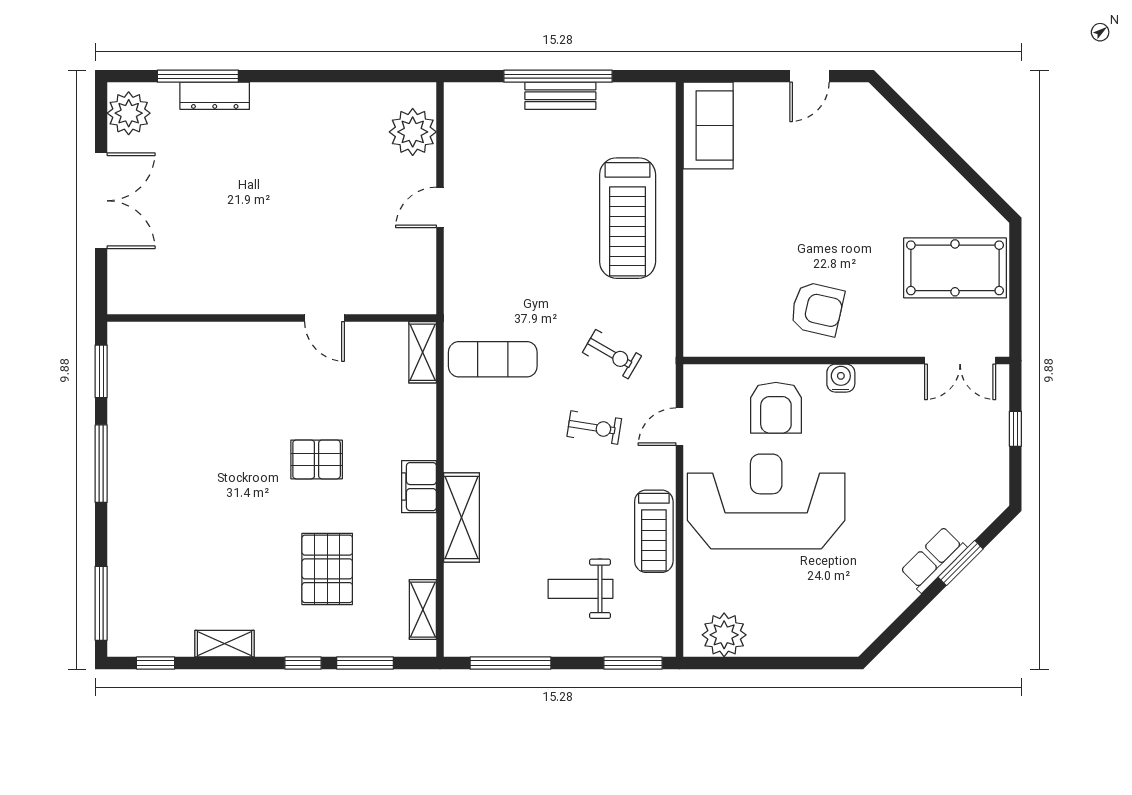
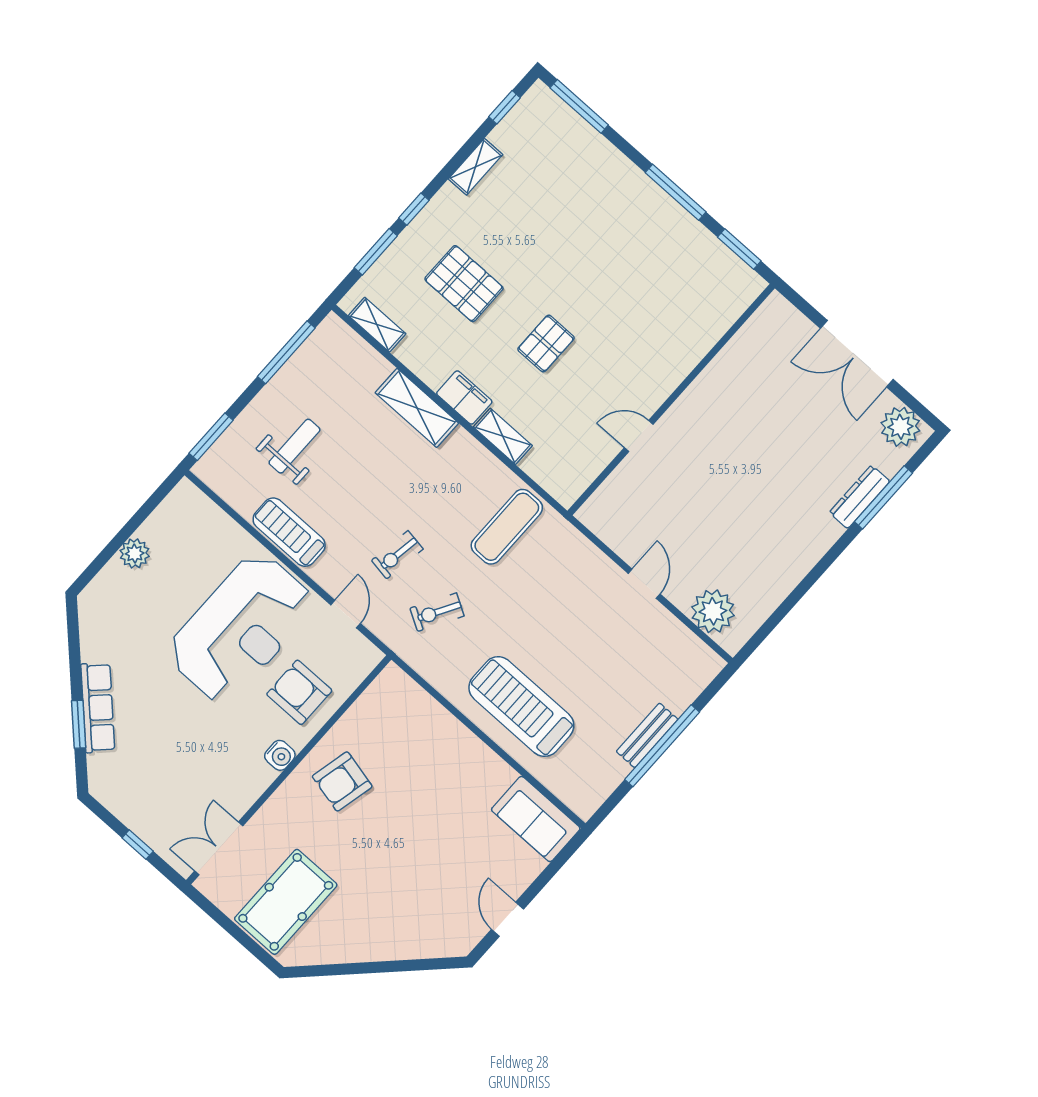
shelving: (423, 352) -> (503, 436), moved
row of seats: (933, 559) -> (98, 708), width x1.48
plant: (724, 635) -> (135, 553), moved, width x0.73, depth x0.73

